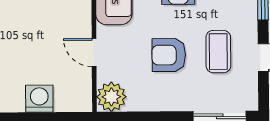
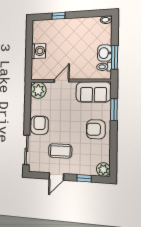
armchair: (169, 55) -> (40, 125), moved

